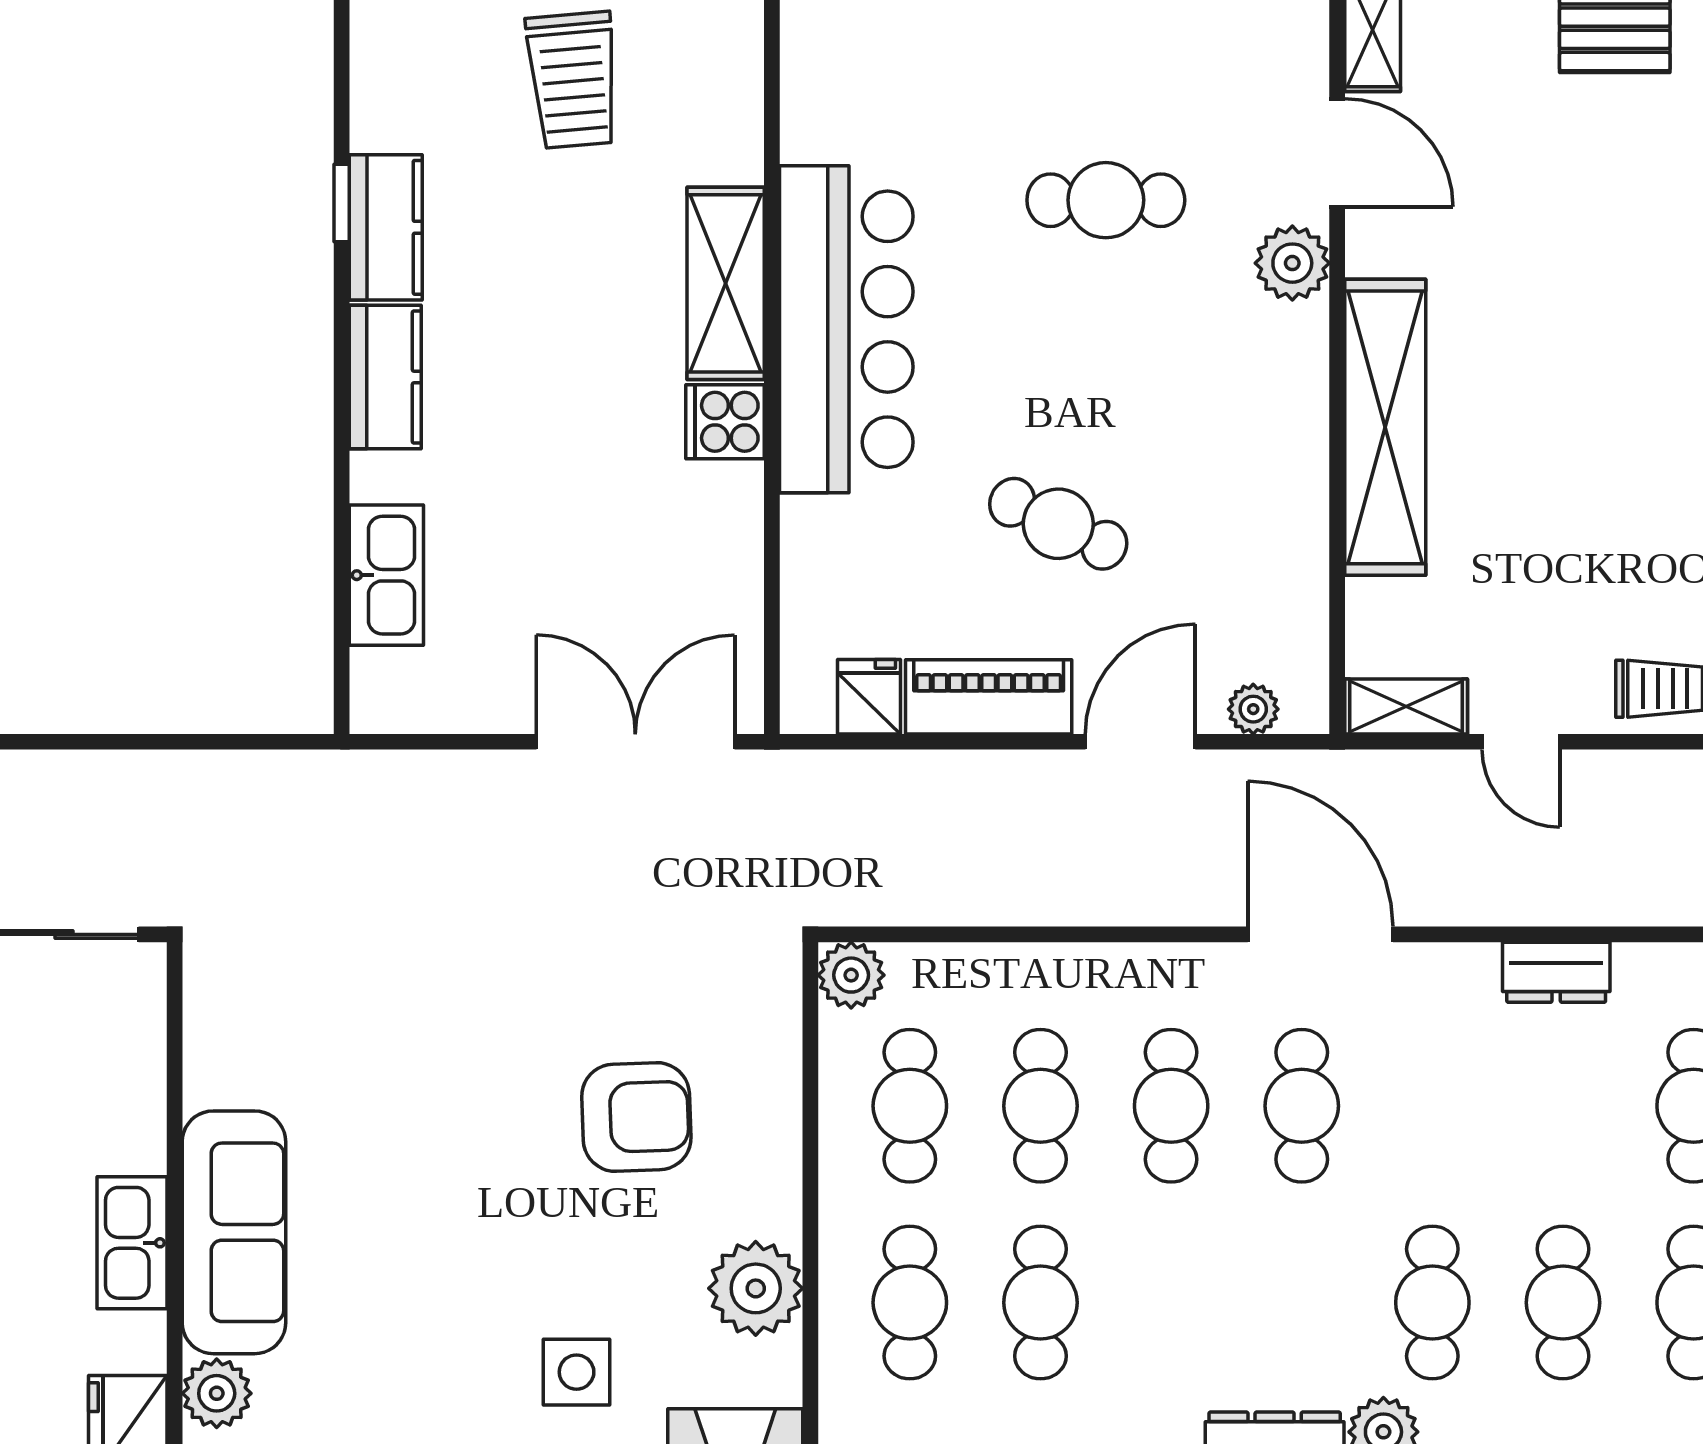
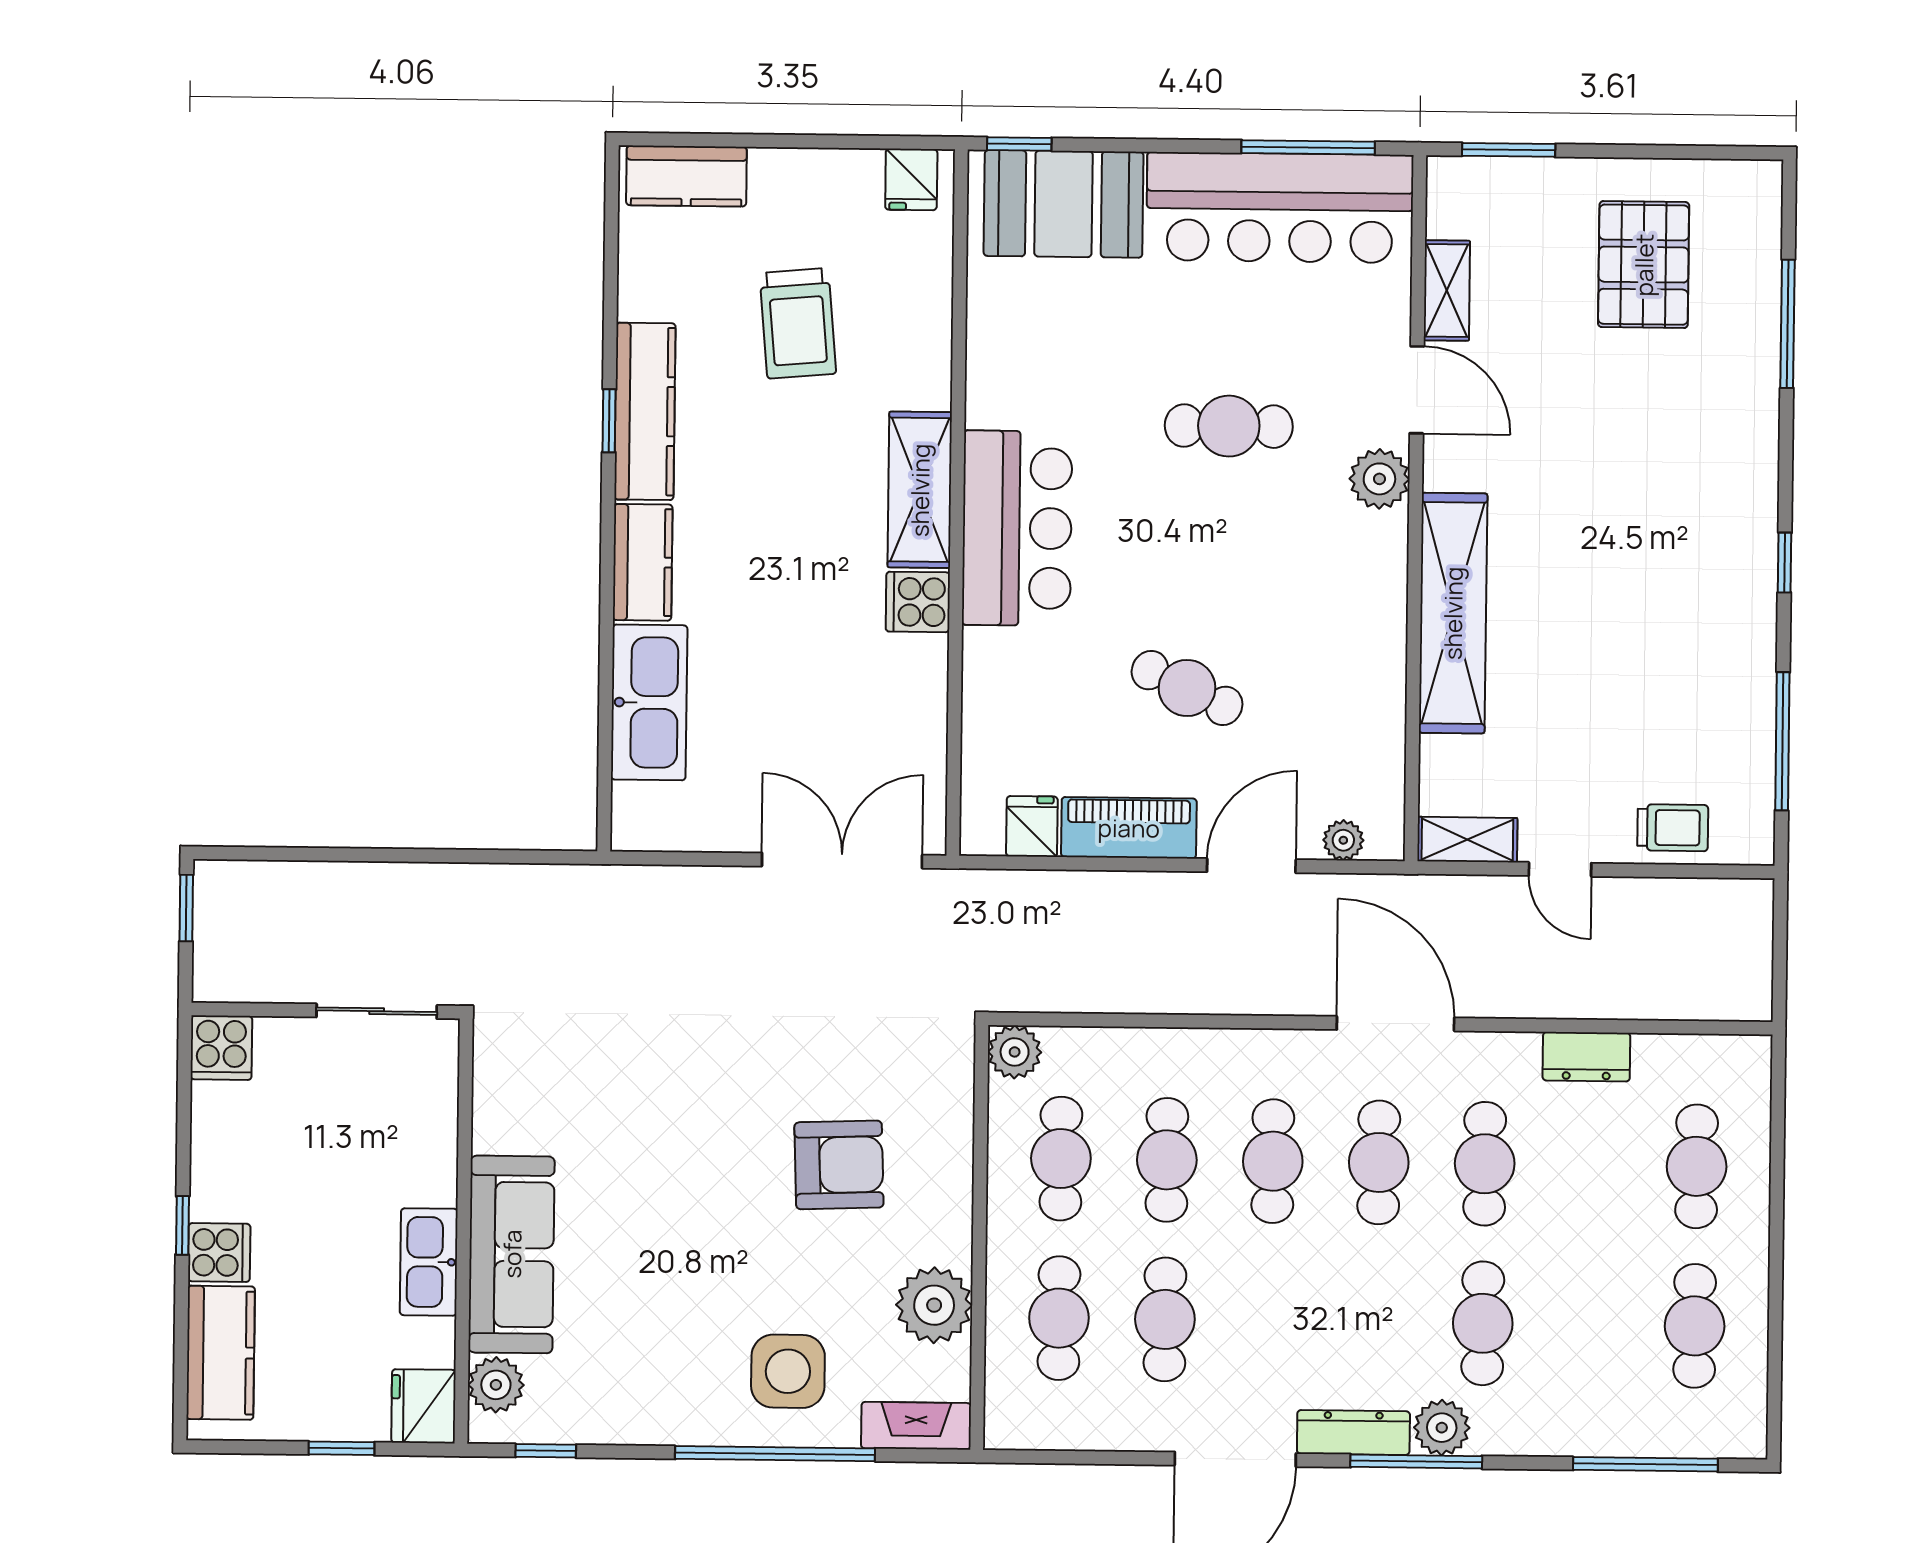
kitchen counter: (386, 227) -> (645, 411), width x1.50
bar counter: (846, 329) -> (1017, 528), width x0.73
kitchen sink: (386, 575) -> (649, 702), width x1.36, depth x1.24
cafe table: (1563, 1303) -> (1485, 1164), moved
side table: (577, 1372) -> (788, 1371), width x1.37, depth x1.37

